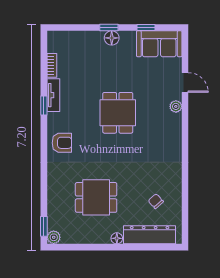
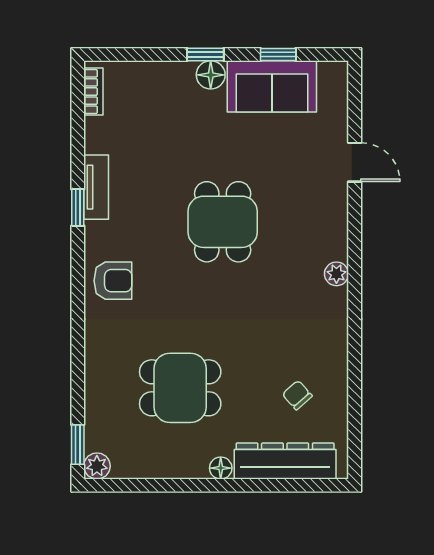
sofa: (159, 44) -> (272, 86), moved
bookcase: (52, 65) -> (93, 92), moved
plant: (176, 106) -> (336, 274), moved

